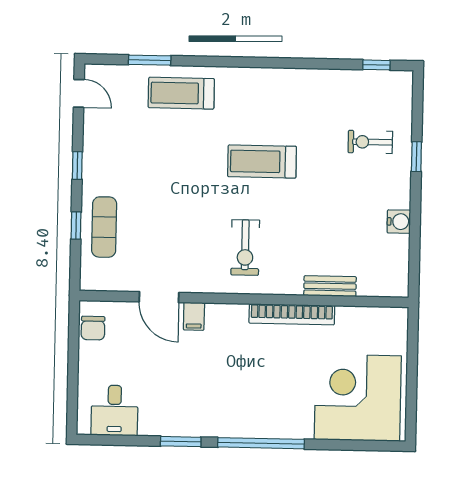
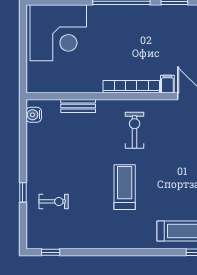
treadmill: (262, 161) -> (125, 187), turned -90
water cooler: (399, 222) -> (34, 115), moved
bookcase: (292, 314) -> (131, 87), moved

